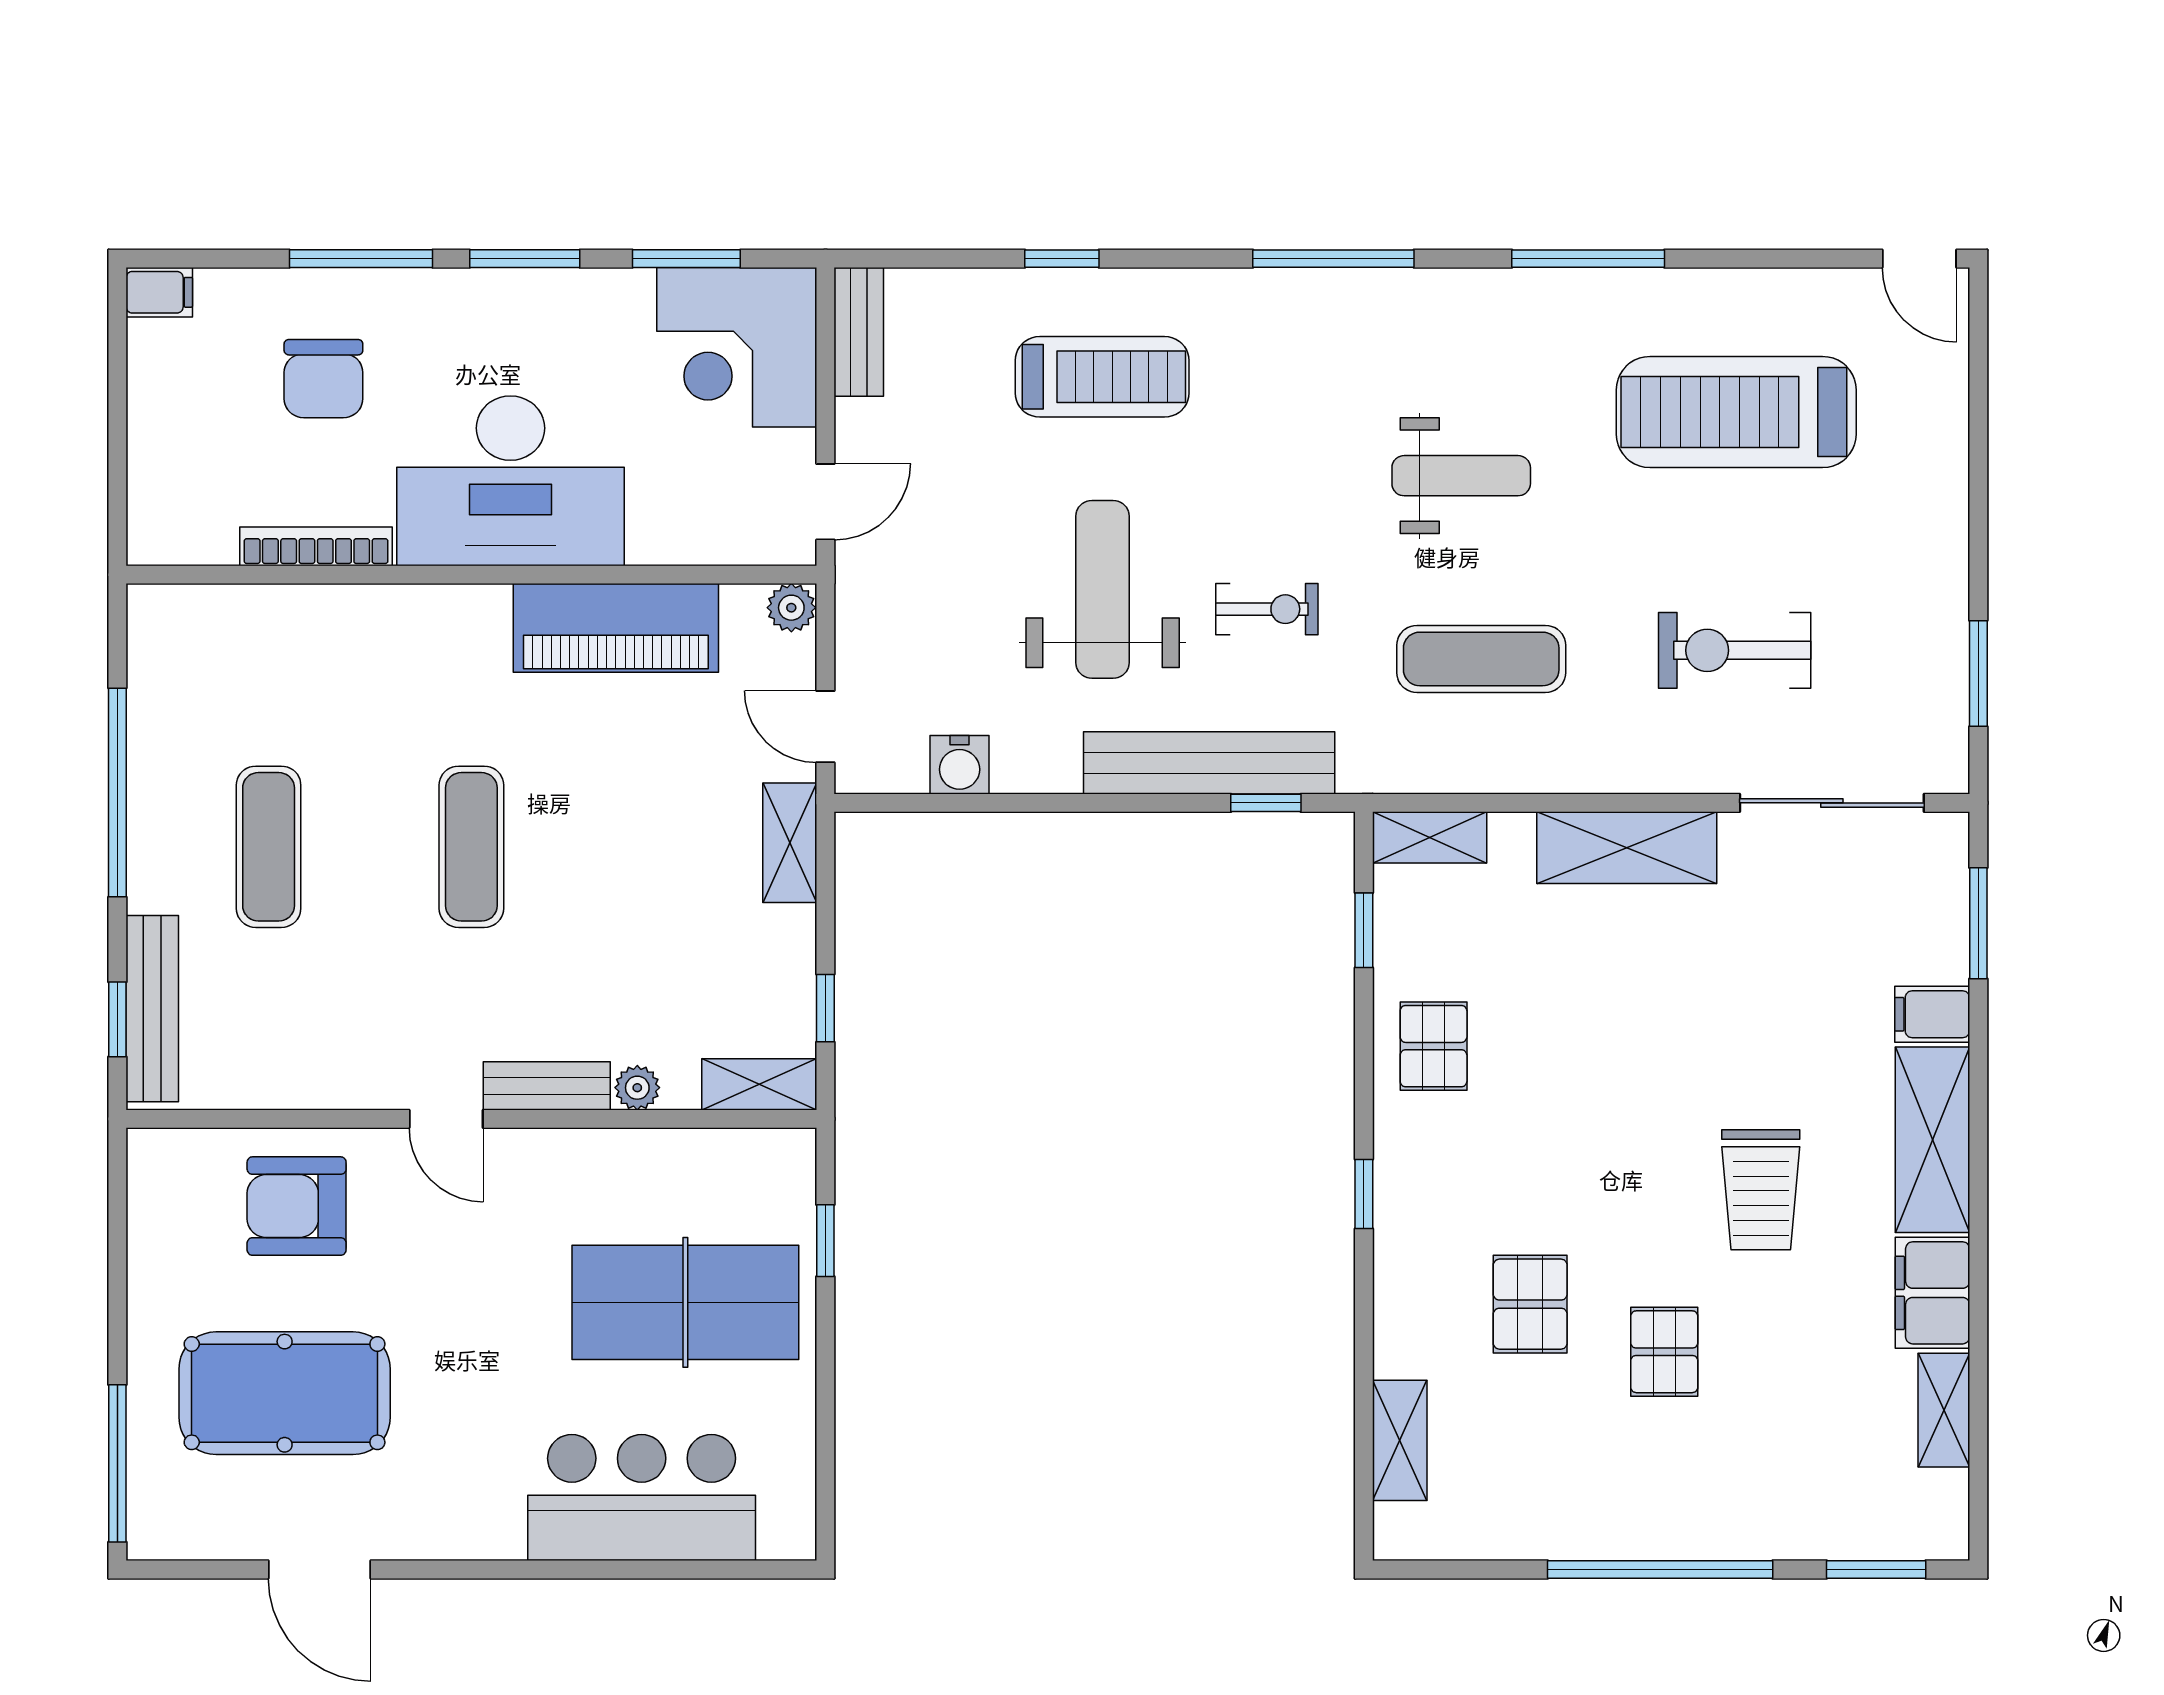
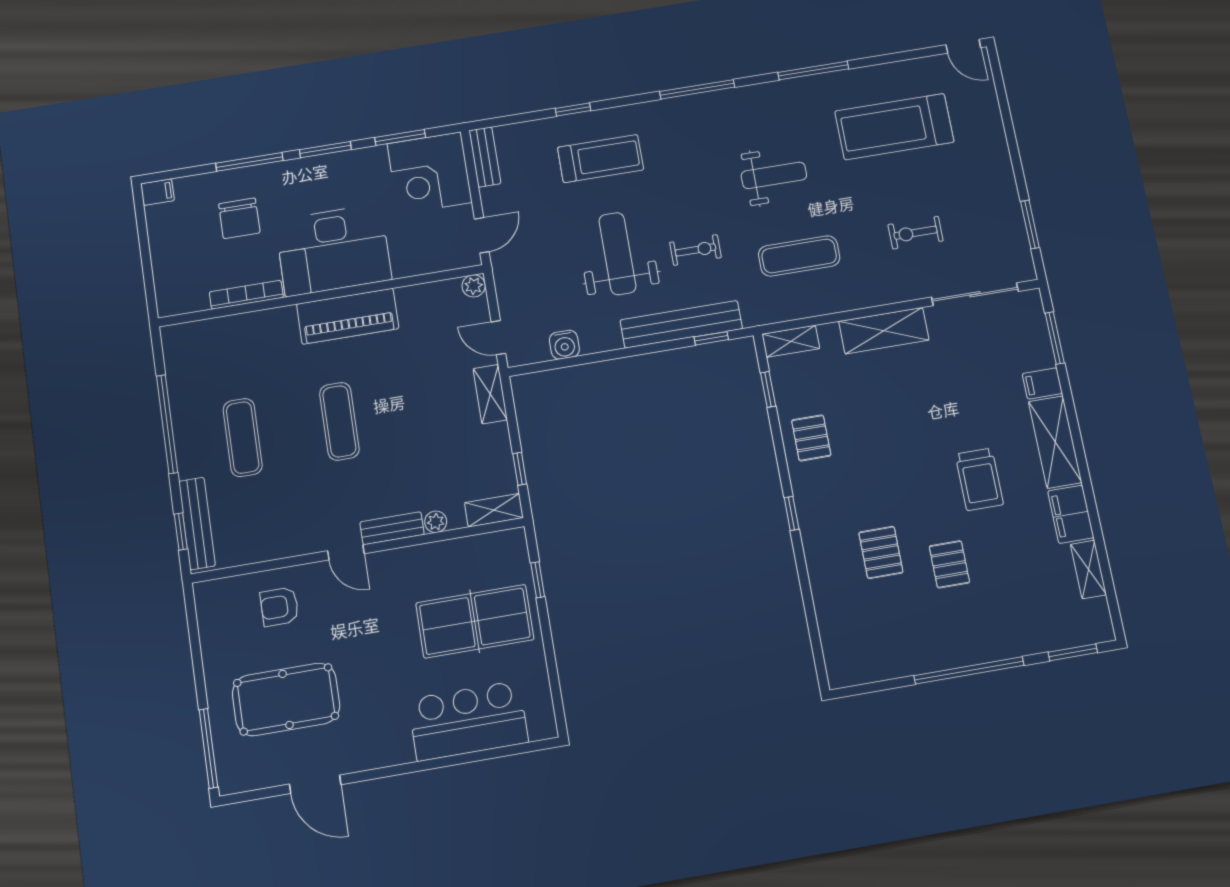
piano: (616, 628) -> (348, 316), moved
exercise bike: (1735, 650) -> (915, 233), width x0.73, depth x0.72
armchair: (297, 1206) -> (279, 607), width x0.72, depth x0.72
shelving: (1400, 1440) -> (831, 629), removed

